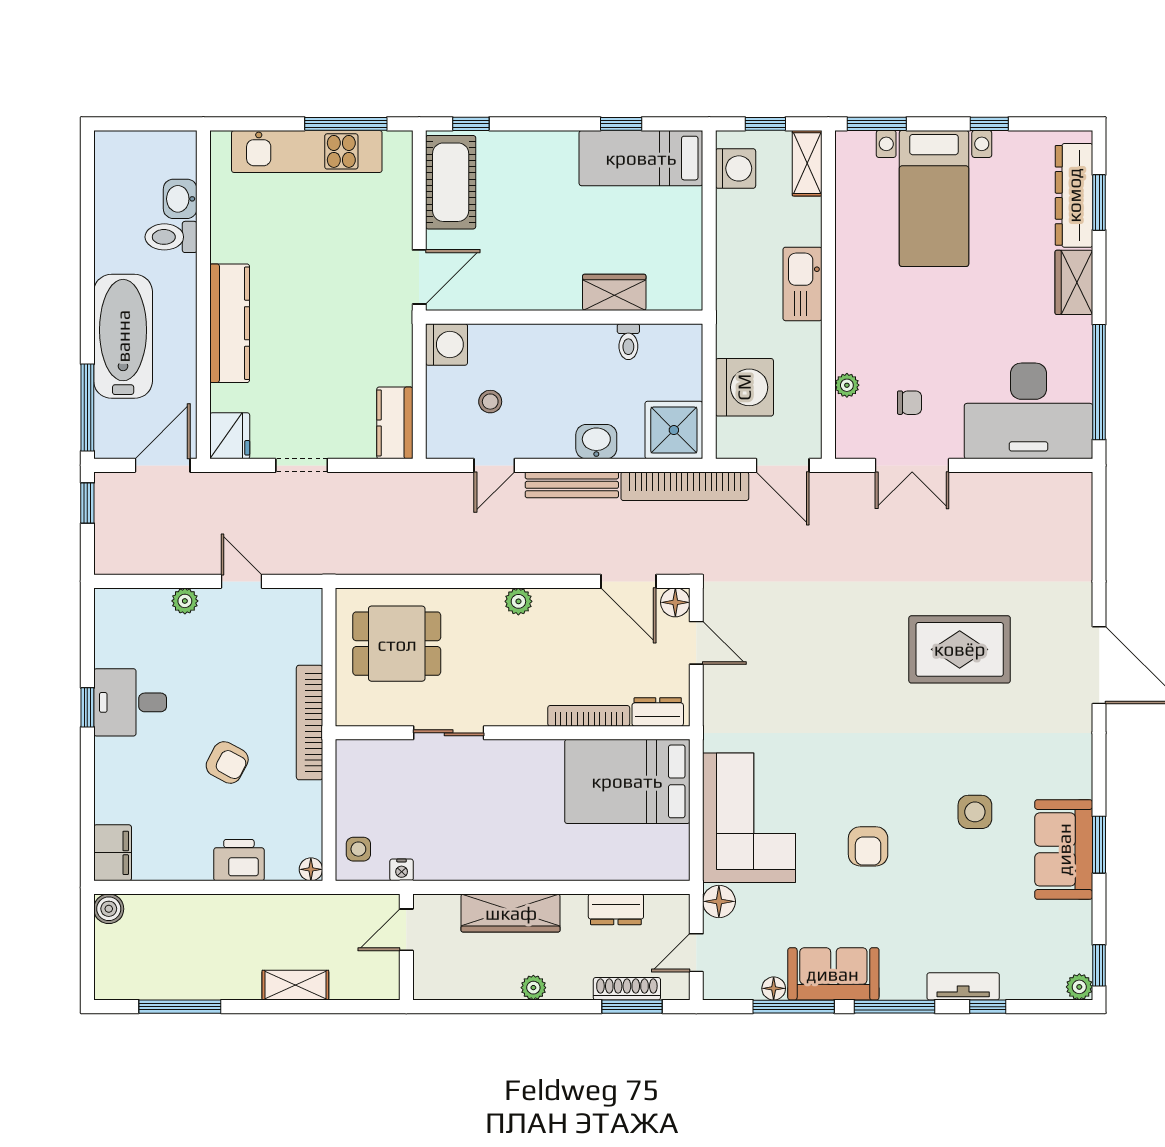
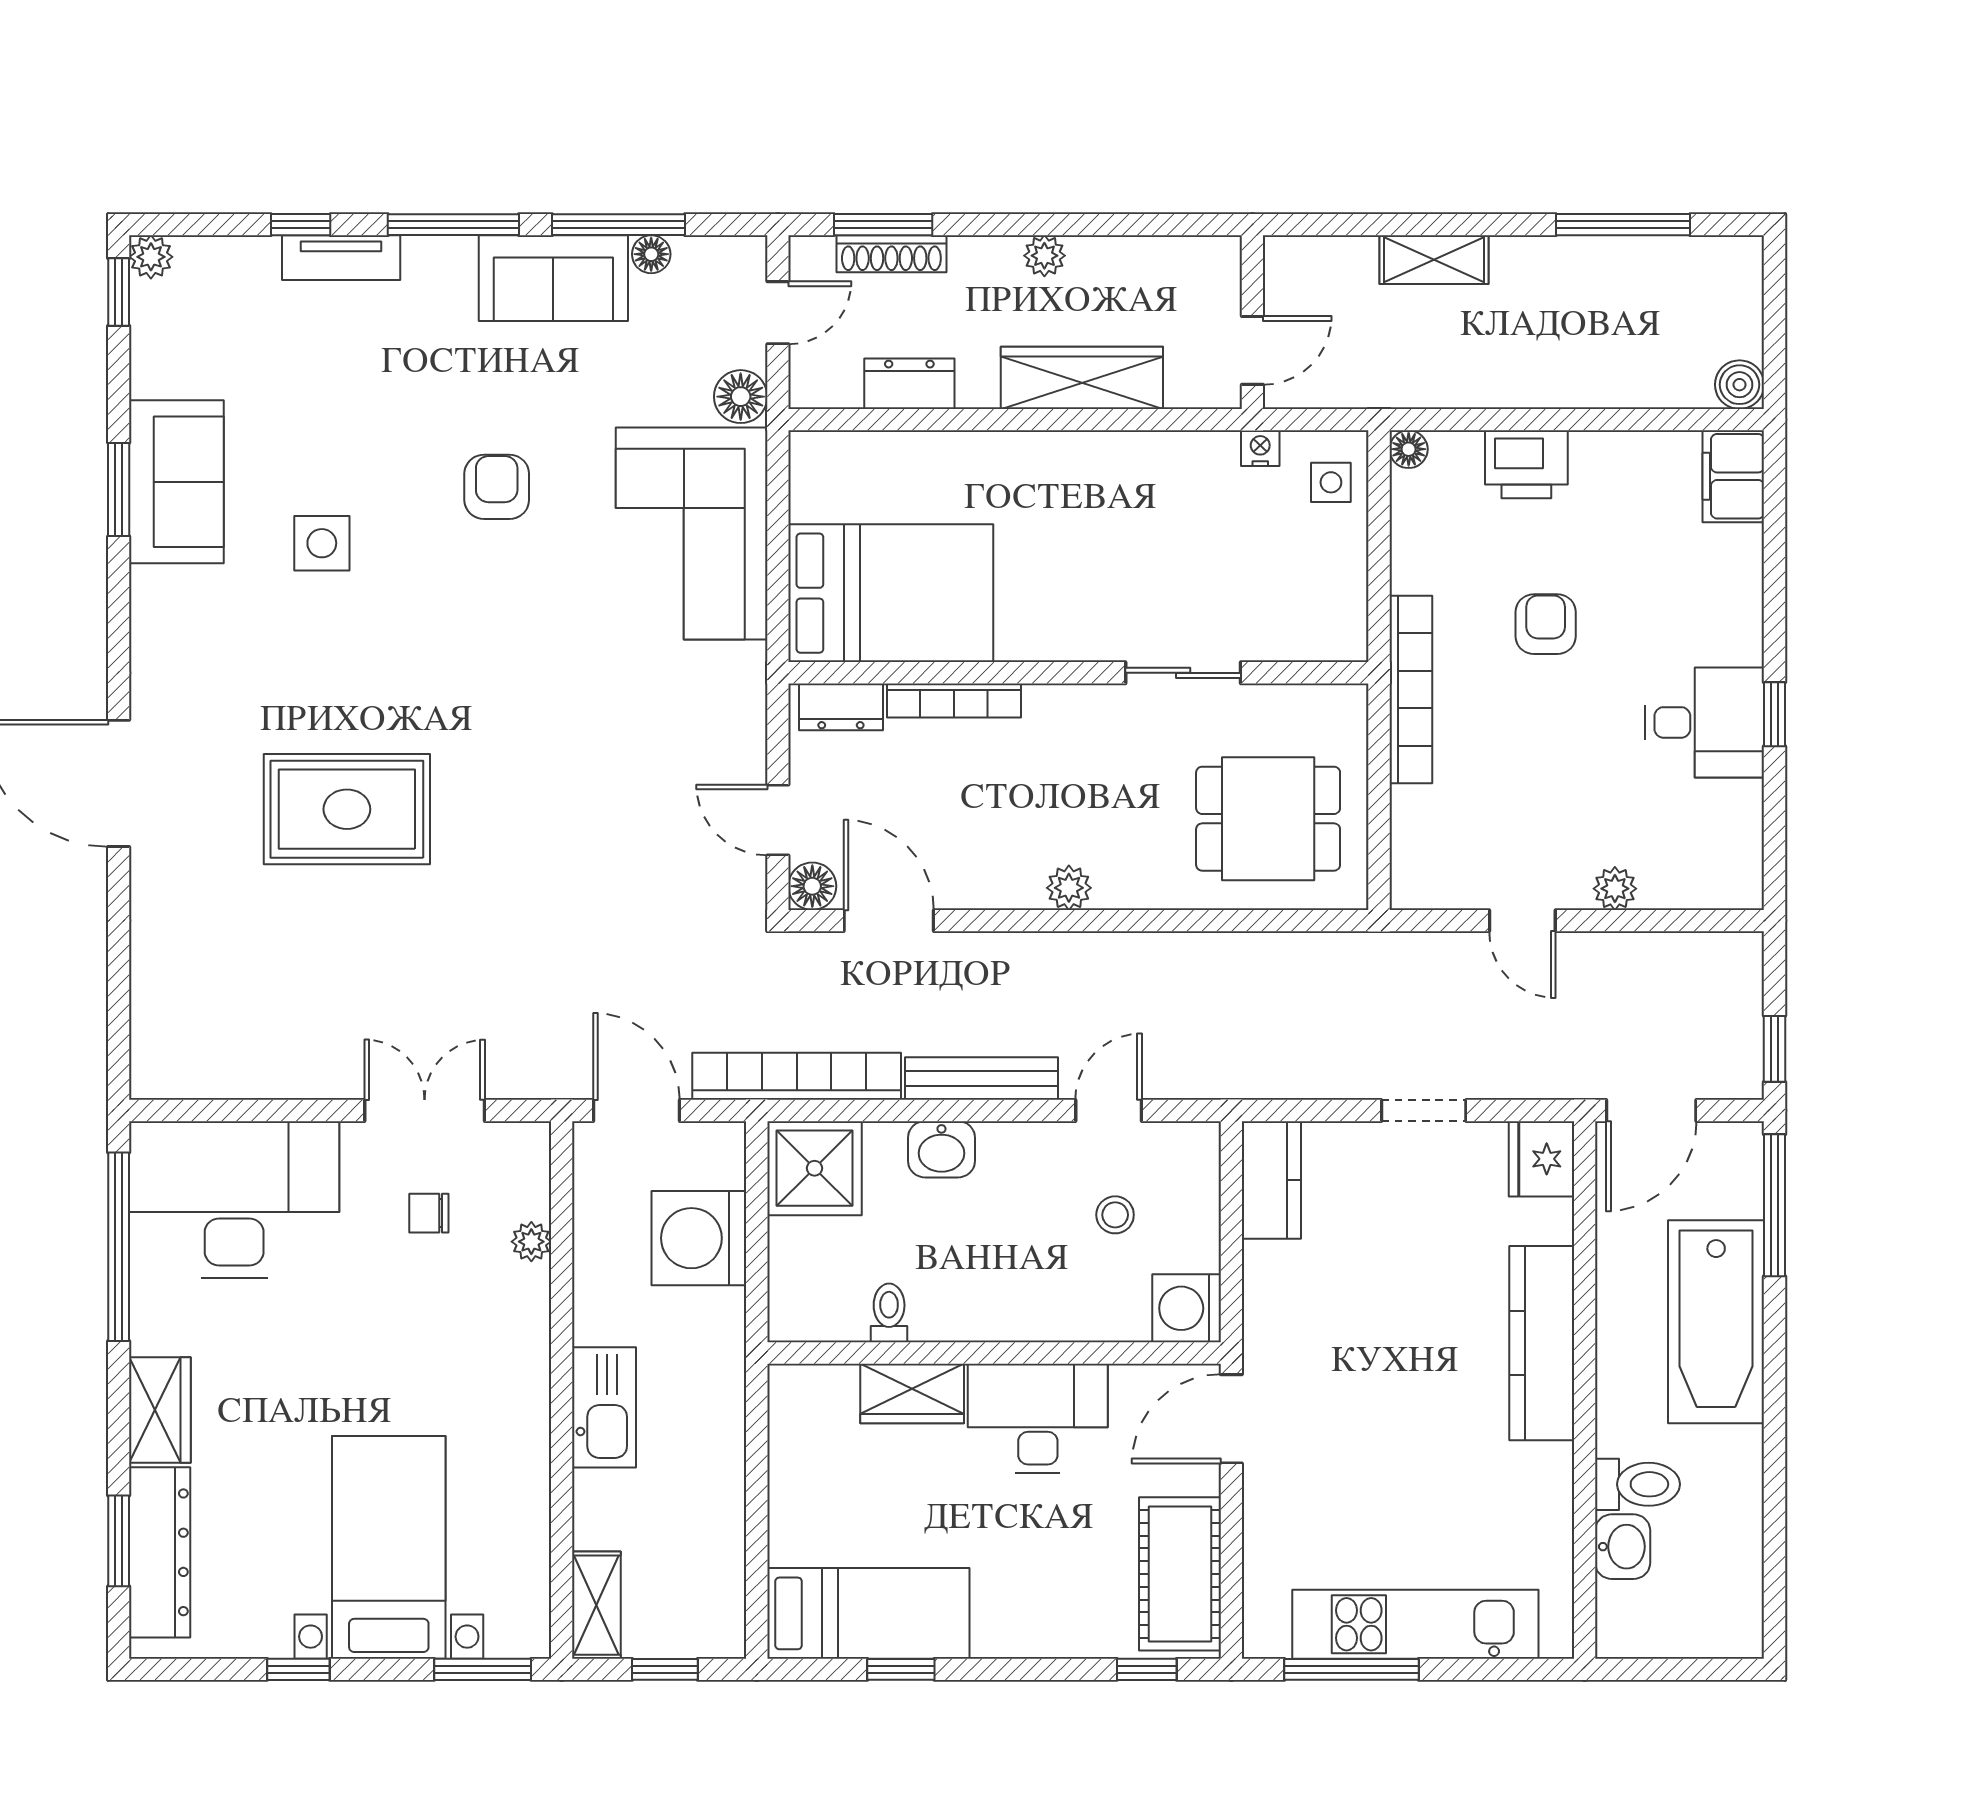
washing machine: (736, 168) -> (714, 1596), removed
desk: (537, 277) -> (1038, 1418), added
armchair: (227, 762) -> (1546, 624), turned 62

